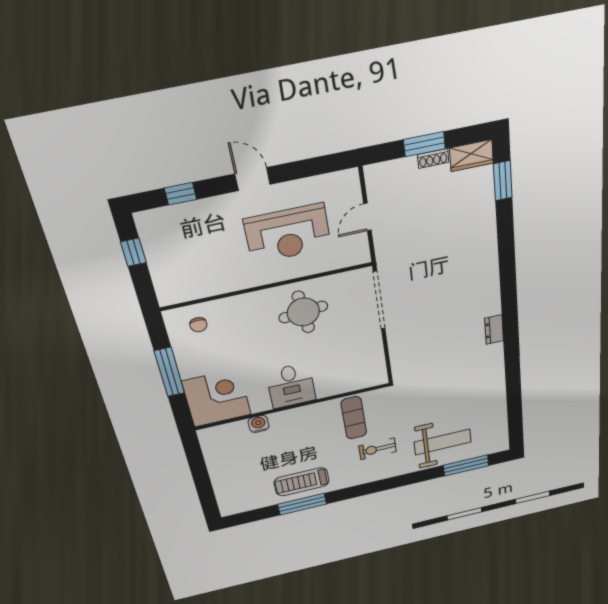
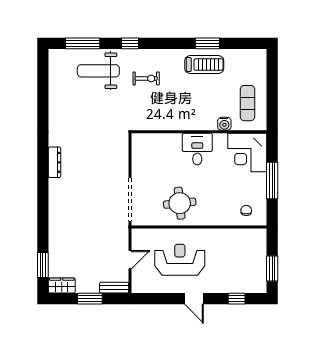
shoe rack: (433, 158) -> (86, 289), removed
bench: (387, 169) -> (114, 288), added
window: (133, 252) -> (272, 268), width x1.50
dresser: (494, 329) -> (55, 162), width x1.44
exercise mat: (354, 418) -> (247, 103), moved
window: (404, 480) -> (130, 43), added
window: (302, 504) -> (207, 43), width x0.69

